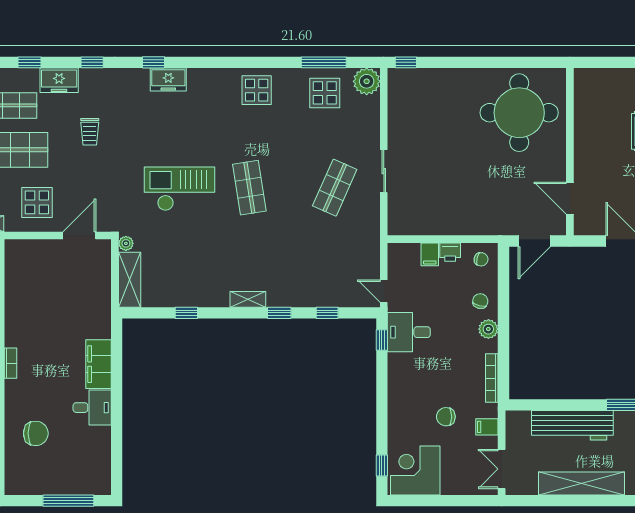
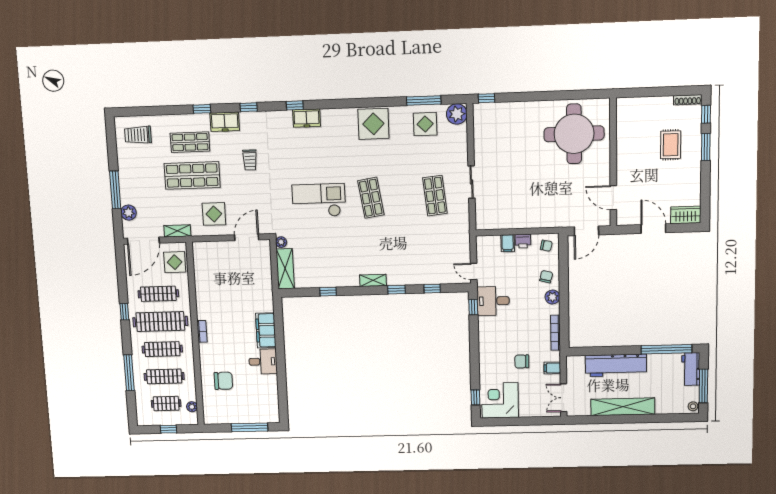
display table: (257, 90) -> (373, 124), width x1.36, depth x1.36
shop shelf: (335, 188) -> (435, 196), turned -30

